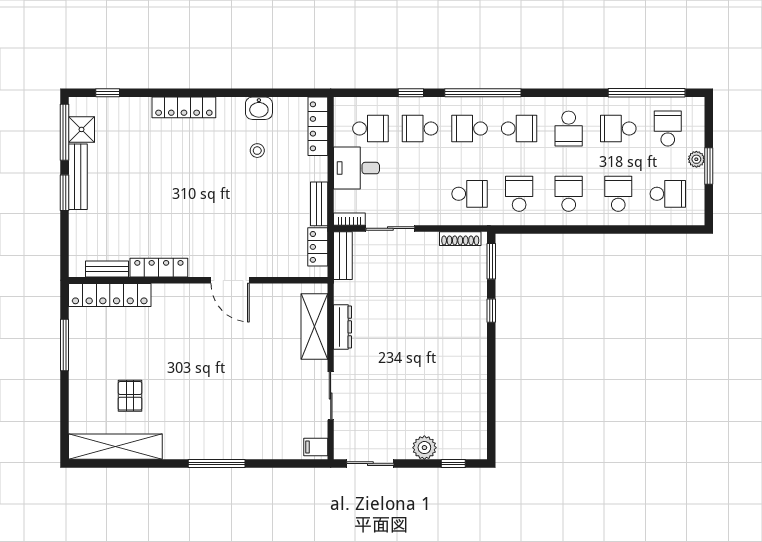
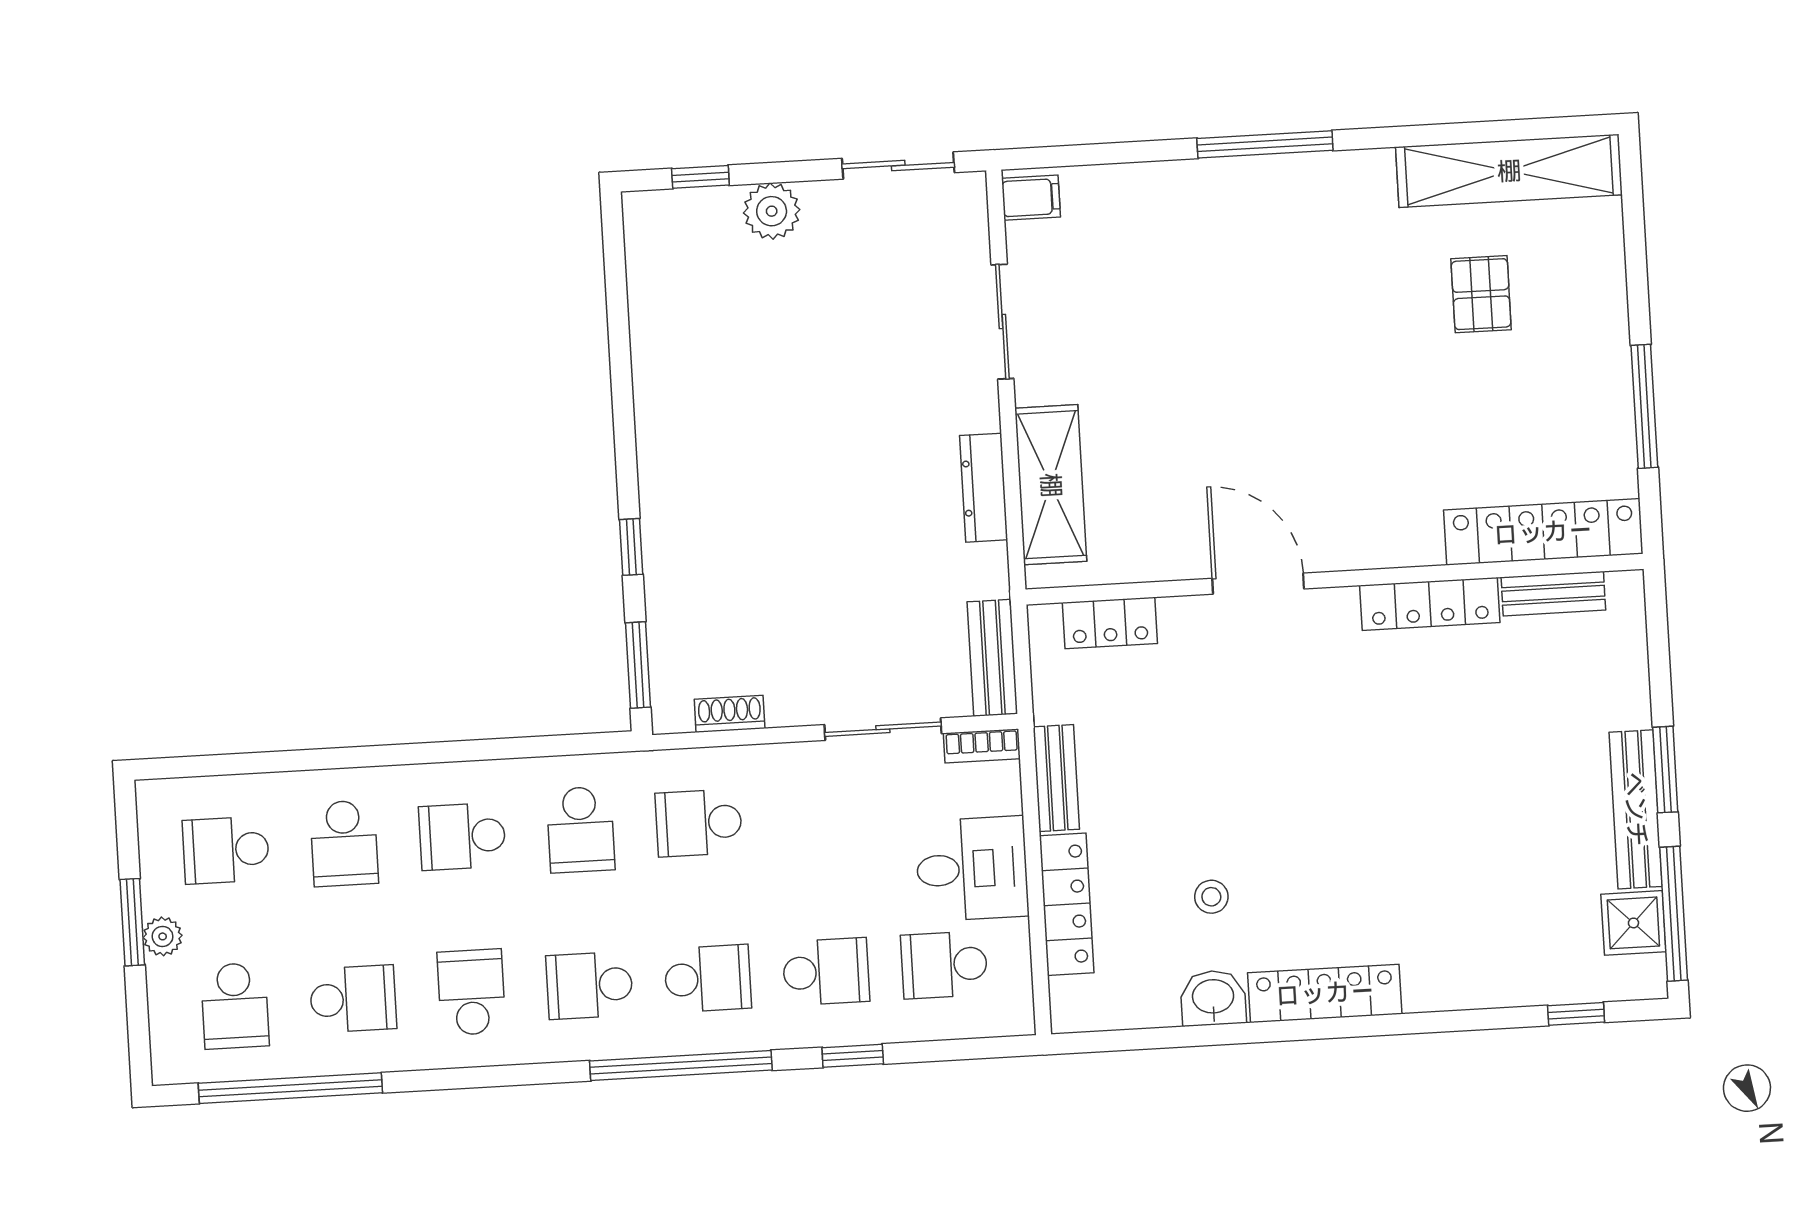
locker: (184, 107) -> (1325, 993), moved
locker: (318, 126) -> (1067, 904), moved
school desk: (569, 194) -> (462, 836), turned 90
shoe rack: (460, 239) -> (730, 714), width x0.70
locker: (318, 247) -> (1110, 623), moved, turned 90

